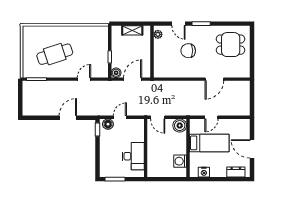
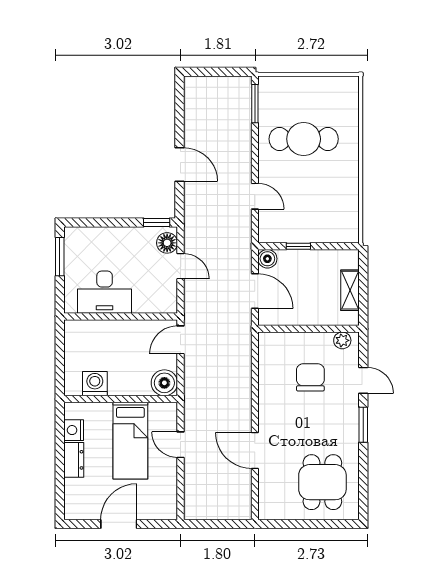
door: (178, 24) -> (363, 380), swing flipped
chair: (188, 51) -> (310, 377), moved
cafe table: (55, 54) -> (304, 139), turned -72
dresser: (236, 172) -> (74, 460), moved

